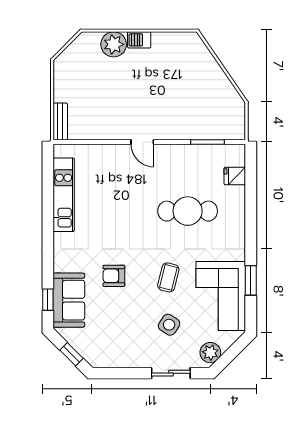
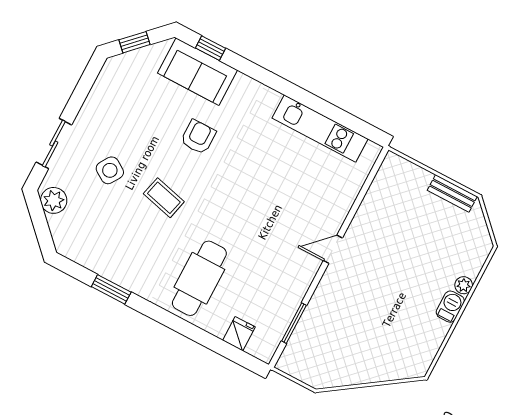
plant: (114, 44) -> (464, 285), width x0.53, depth x0.53
bench: (60, 121) -> (452, 193), moved
cafe table: (188, 211) -> (199, 278), moved
corner sofa: (221, 296) -> (111, 246), removed

